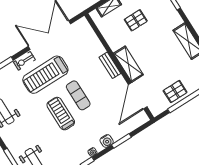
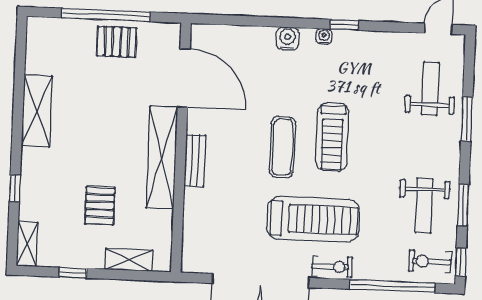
pallet: (136, 20) -> (100, 206), turned 90
shelving: (128, 64) -> (162, 157), width x1.47
door: (138, 96) -> (184, 78), hinge flipped
window: (121, 141) -> (263, 21), removed

